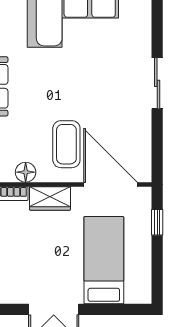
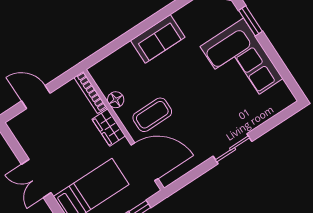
door: (111, 184) -> (145, 162), hinge flipped

